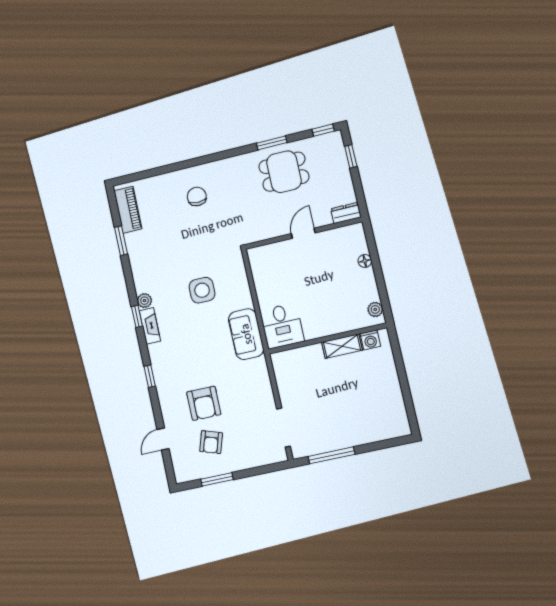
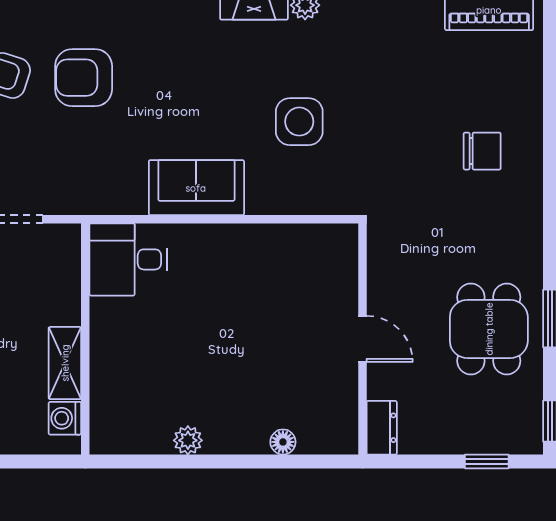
desk: (282, 326) -> (128, 259), moved
wall: (327, 339) -> (85, 339), moved
washing machine: (370, 340) -> (65, 418), moved
shelving: (342, 346) -> (65, 363), moved

